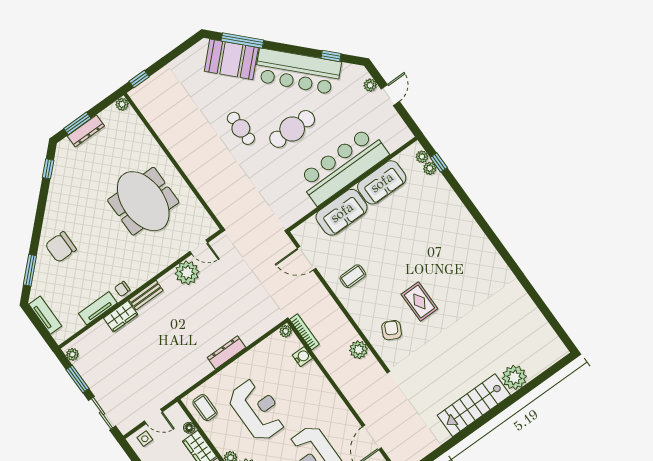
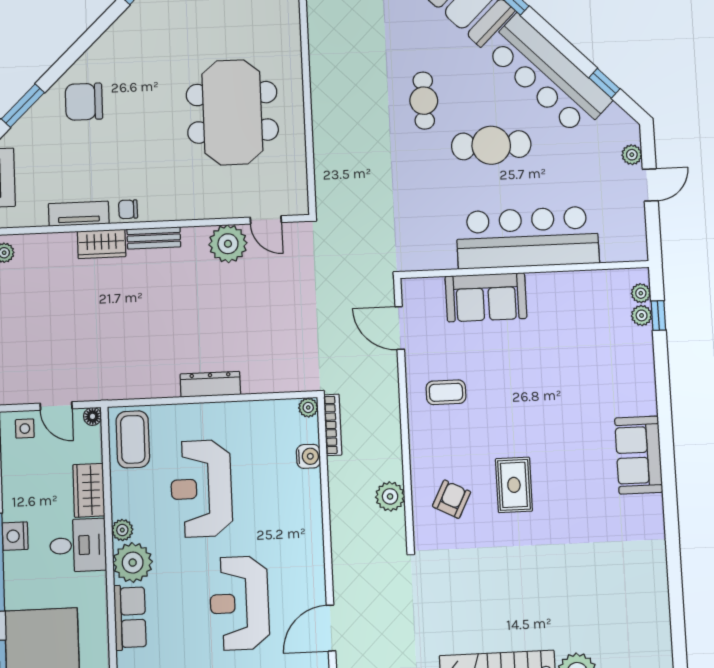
sofa: (382, 182) -> (639, 455), moved, turned 90
coffee table: (205, 408) -> (133, 439), width x1.36, depth x1.30
reception desk: (258, 410) -> (201, 489), turned 180
floor lamp: (189, 428) -> (93, 416), moved

